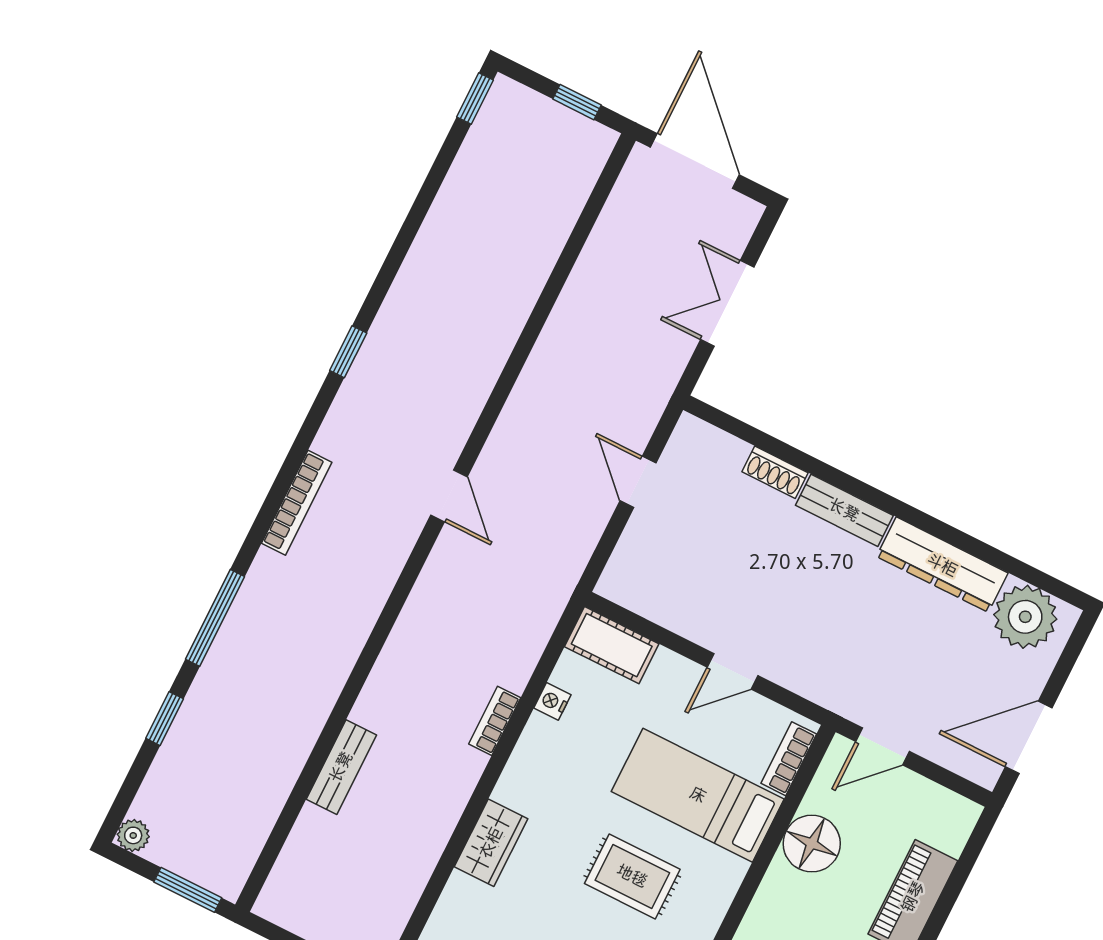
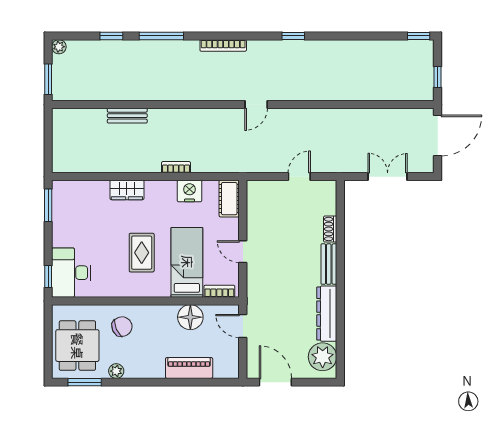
nightstand: (552, 701) -> (189, 191), width x1.89, depth x1.79

